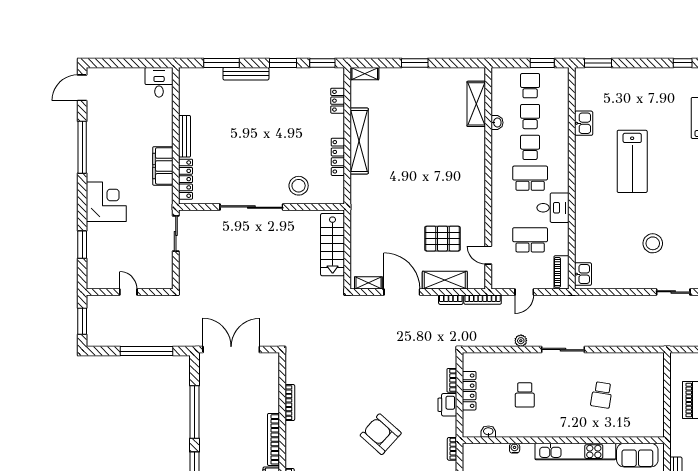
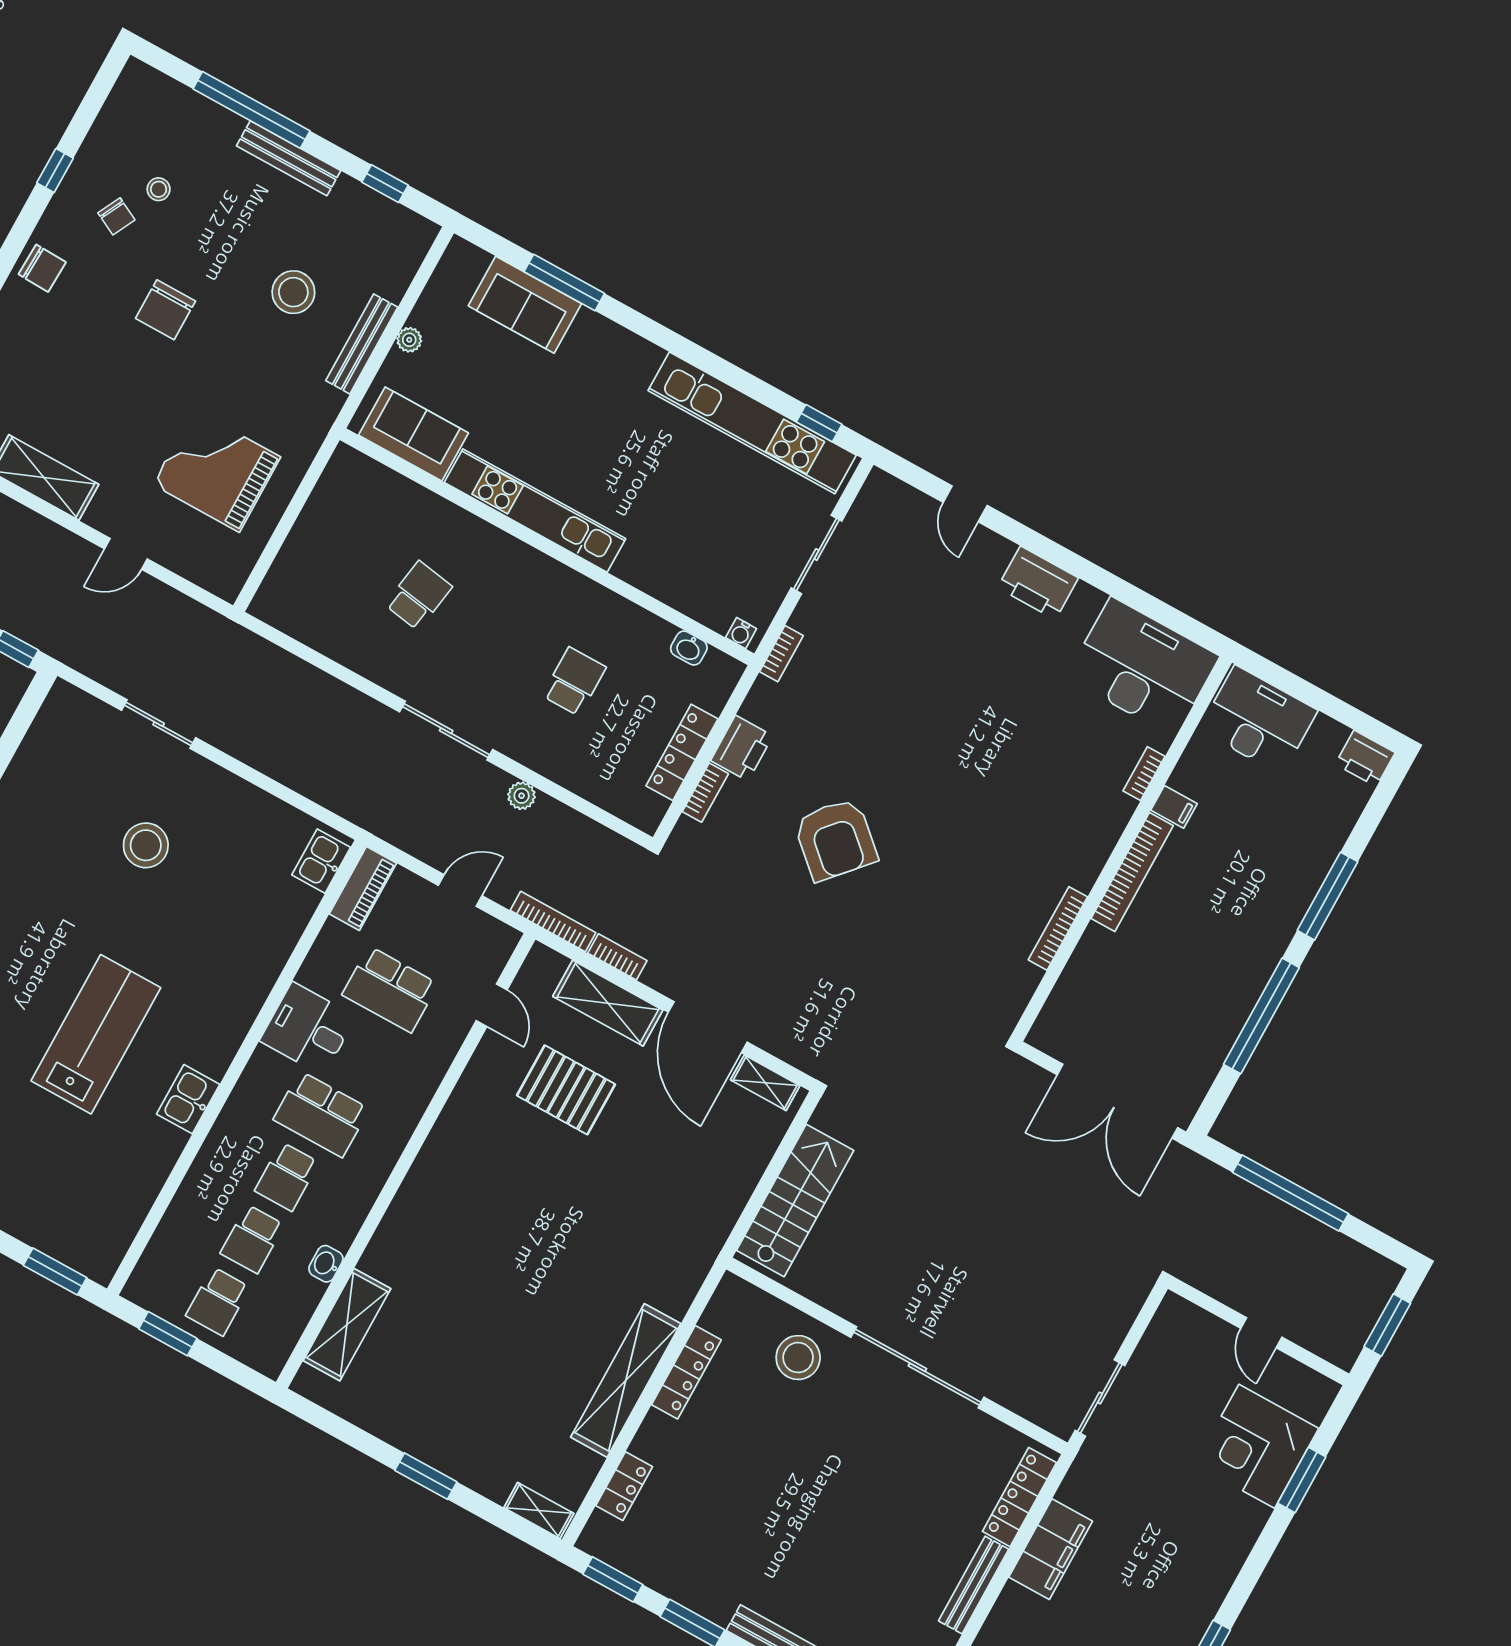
kitchen sink: (584, 123) -> (188, 1099), moved
corner desk: (106, 202) -> (1257, 1446), moved
armchair: (381, 434) -> (836, 839), moved
water cooler: (515, 448) -> (741, 633), moved

